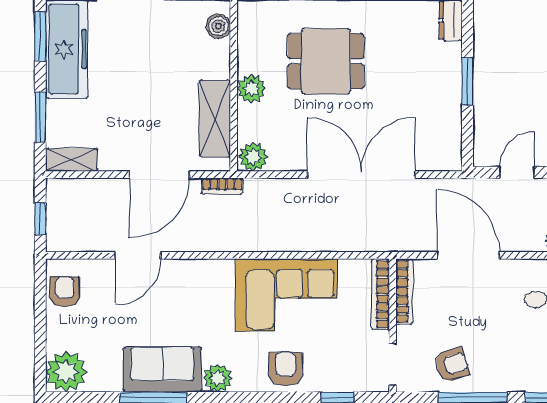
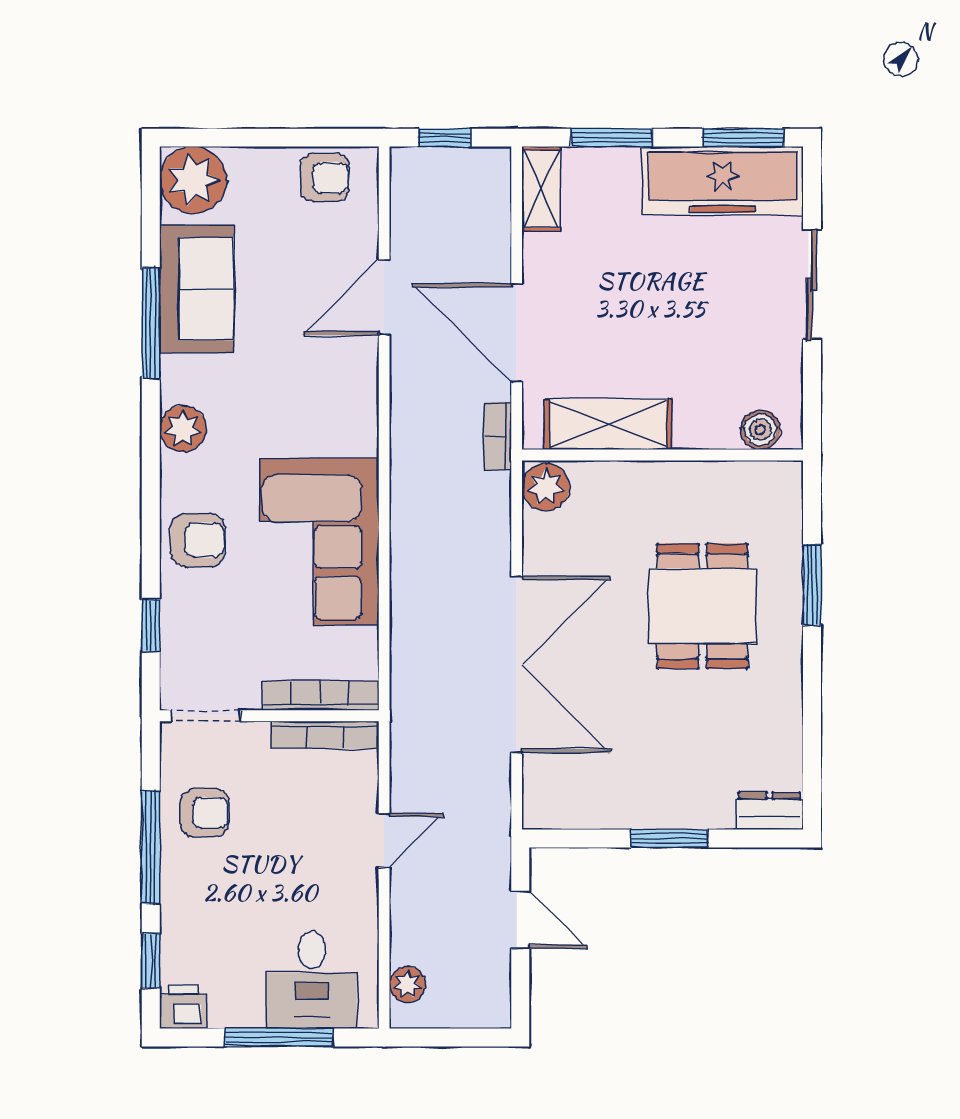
plant: (251, 88) -> (658, 484), removed
door: (138, 255) -> (384, 297), hinge flipped
door: (468, 255) -> (384, 840), width x0.53
armchair: (452, 365) -> (204, 813), turned -73
sofa: (162, 370) -> (197, 289), moved

